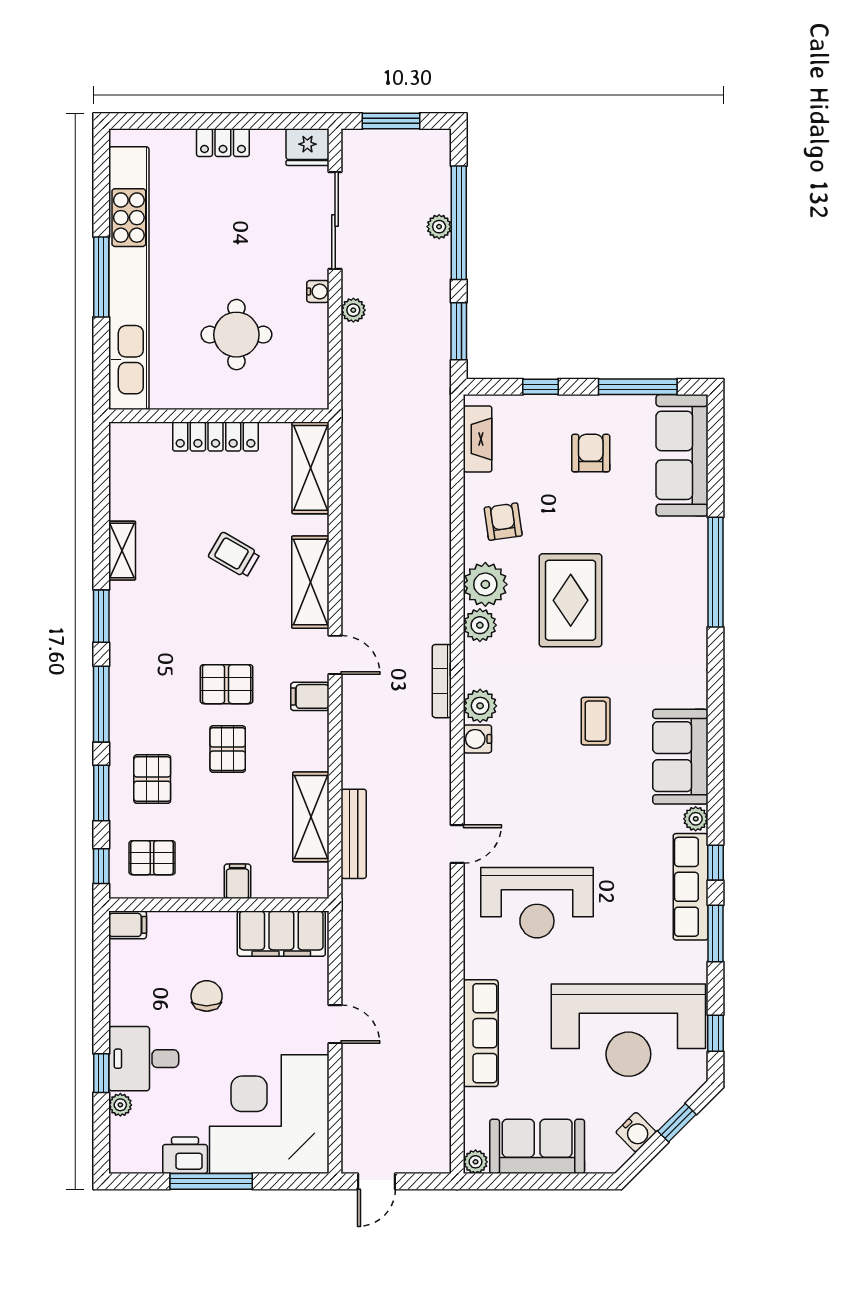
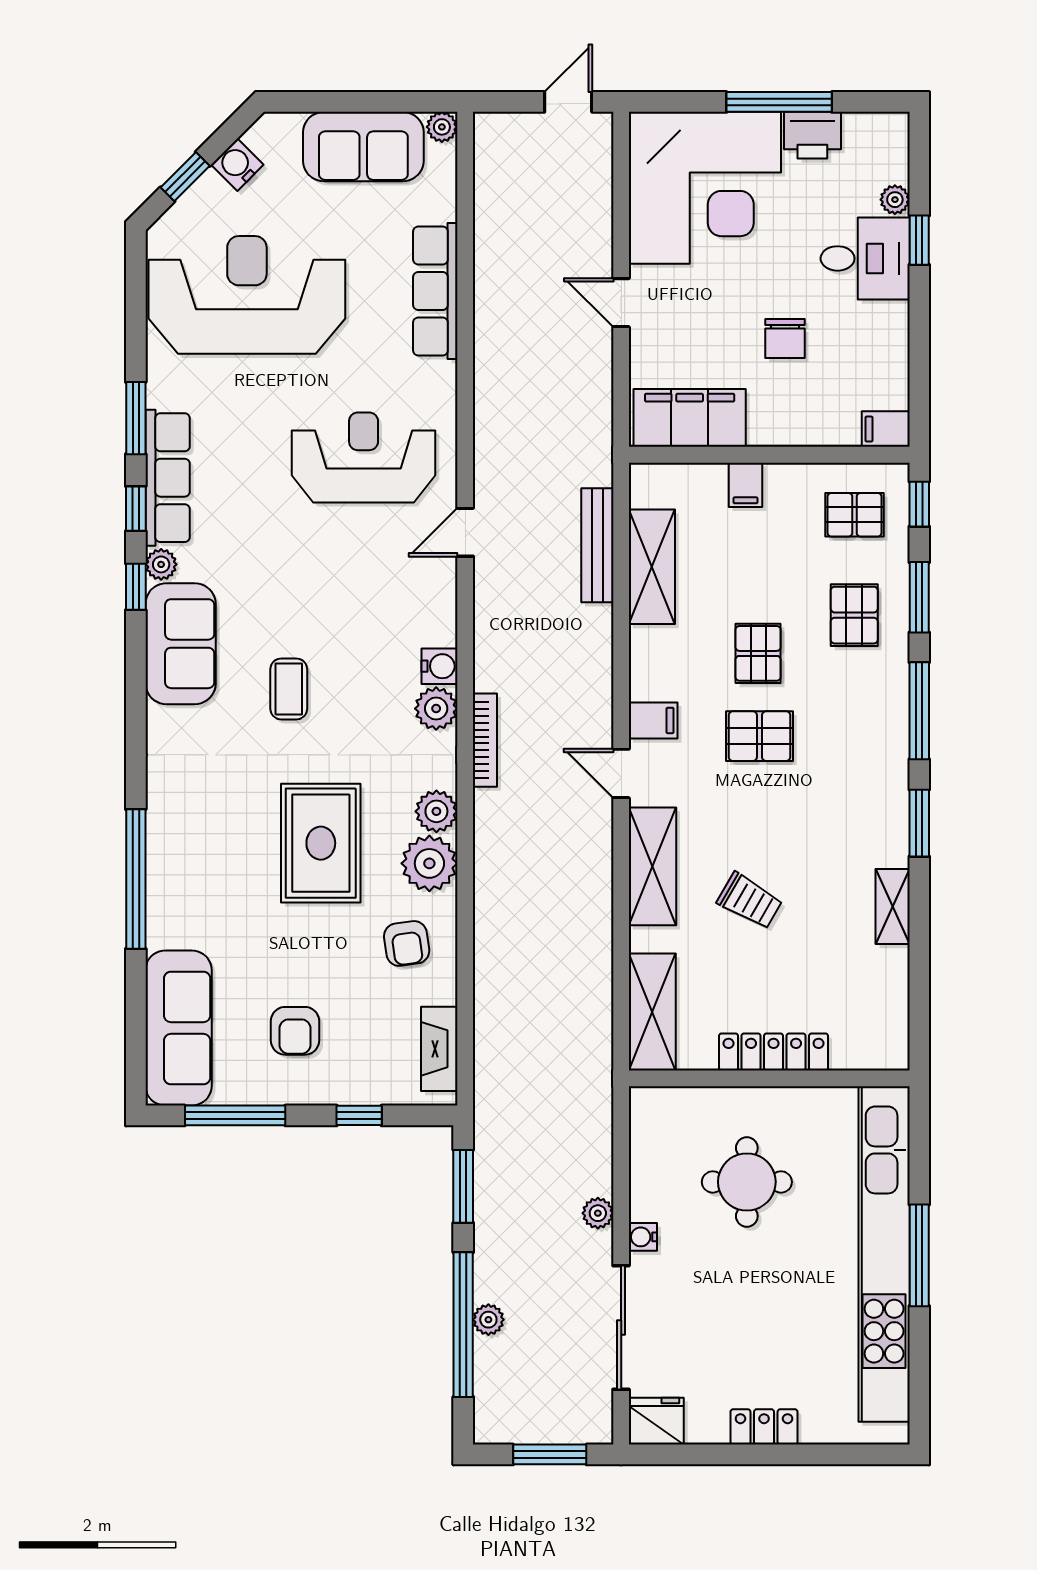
window: (716, 1033) -> (136, 587), moved

